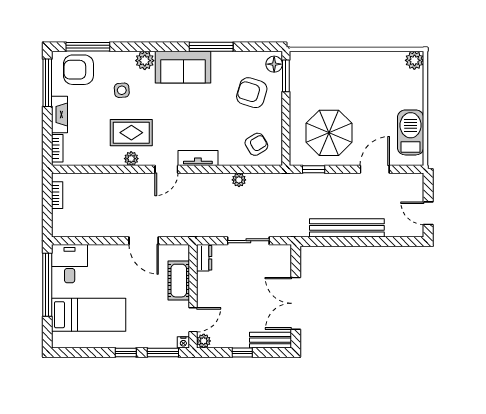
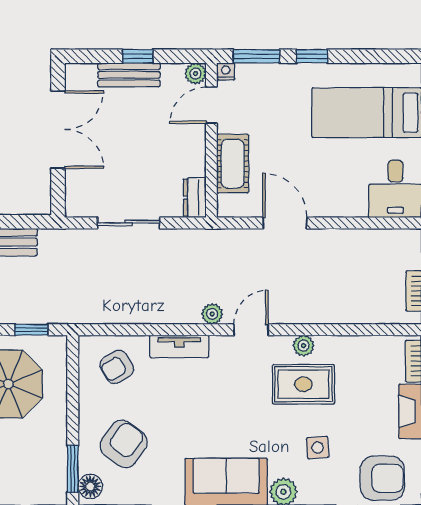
armchair: (252, 93) -> (124, 444), turned -71
tv unit: (198, 158) -> (179, 346), moved
plant: (239, 180) -> (212, 314), moved
bench: (270, 340) -> (129, 75), moved

